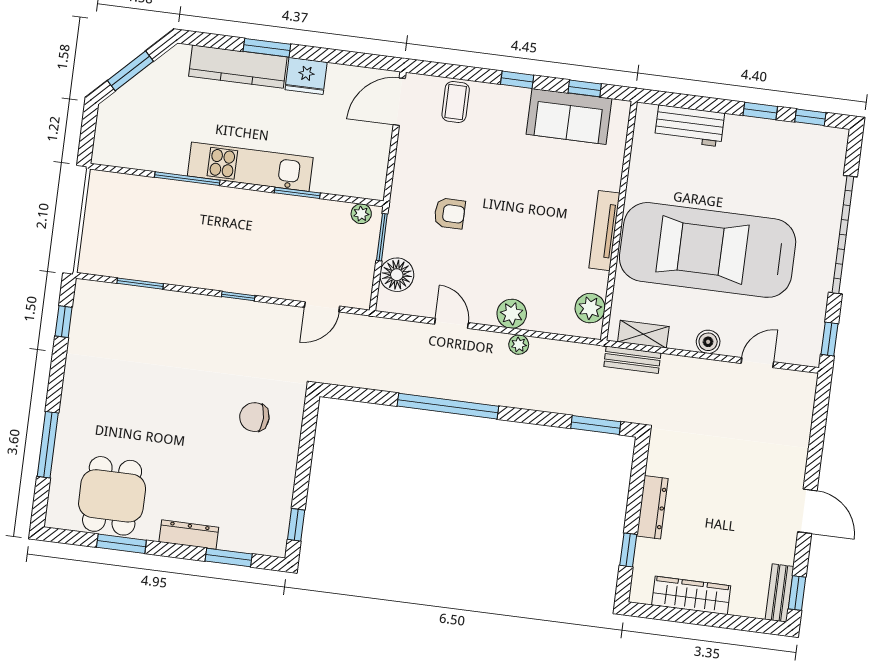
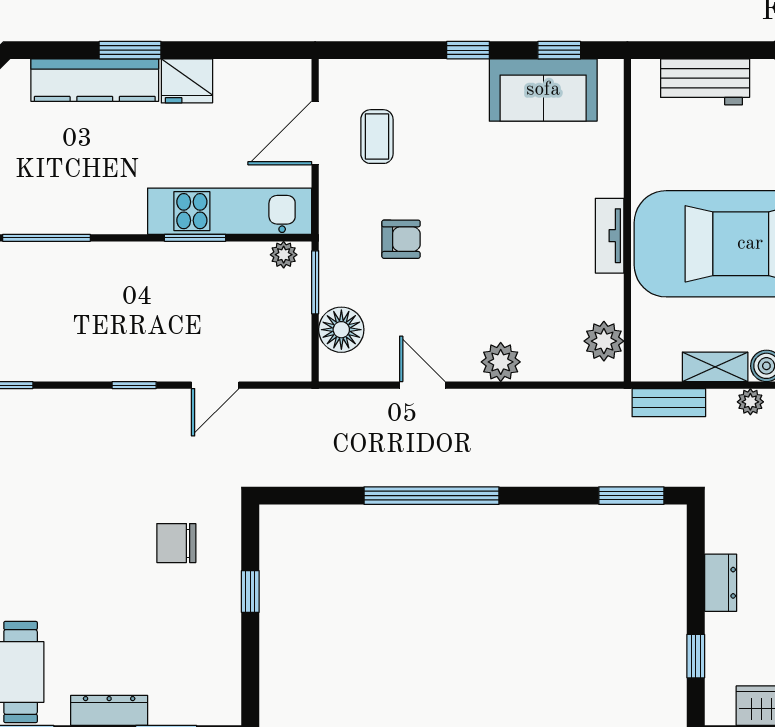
door: (399, 102) -> (315, 133), moved
coffee table: (456, 102) -> (377, 137), moved
kitchen unit: (250, 167) -> (230, 211), moved
tv unit: (604, 231) -> (610, 236), width x0.71
door: (322, 307) -> (215, 385), moved
shelving: (643, 334) -> (715, 367), moved
plant: (519, 345) -> (750, 402), moved
dresser: (652, 507) -> (721, 583), width x0.70
window: (296, 525) -> (250, 592), moved

